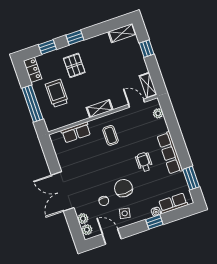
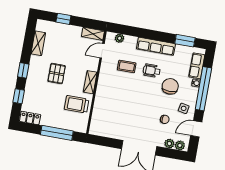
shelving: (122, 33) -> (38, 43), moved
pallet: (74, 65) -> (57, 74), moved, turned 90
trolley: (57, 93) -> (77, 104), moved
row of seats: (76, 132) -> (98, 111), removed
coffee table: (111, 135) -> (127, 66), moved
chair: (123, 188) -> (170, 86), moved, turned 90
window: (154, 222) -> (203, 89), width x3.17

